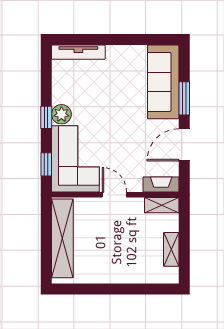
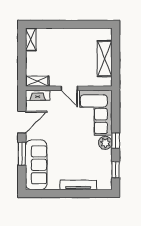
tv unit: (78, 52) -> (78, 185), moved
window: (46, 164) -> (116, 170), moved
shelving: (62, 238) -> (105, 59), width x0.68
shelving: (171, 249) -> (31, 39), moved

